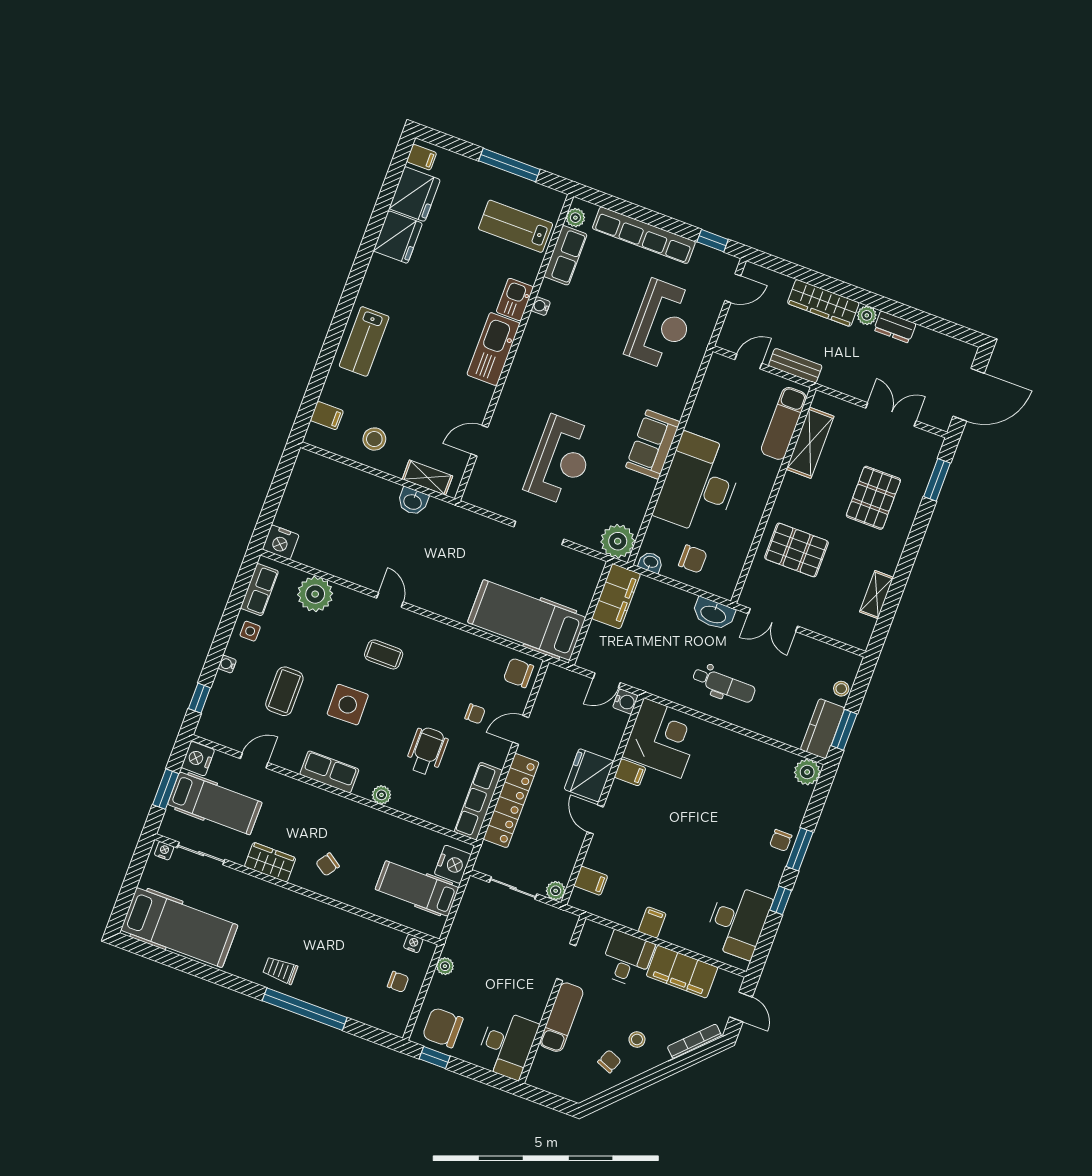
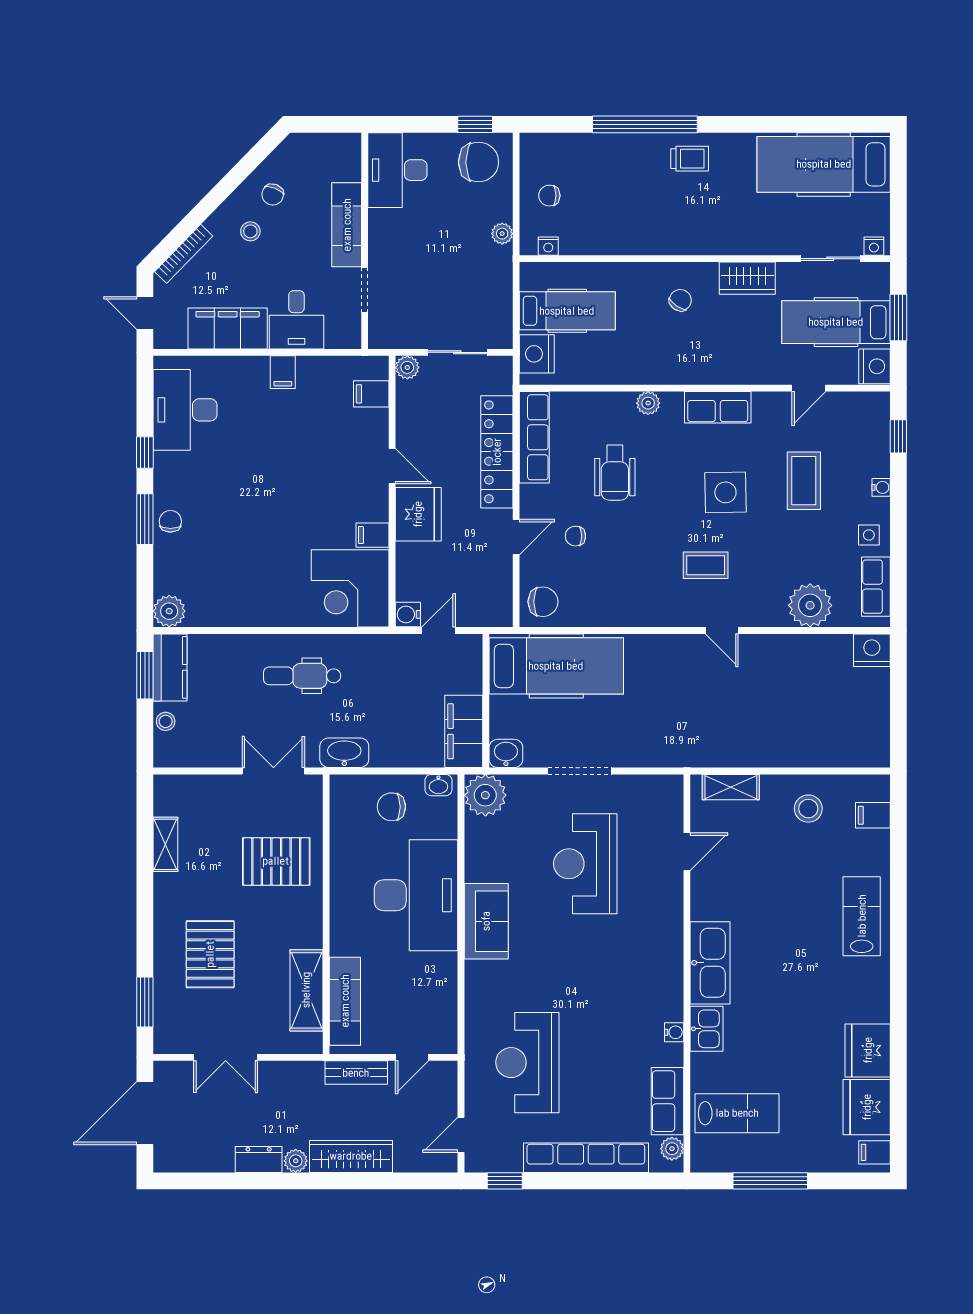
washbasin: (413, 501) -> (506, 753), moved

